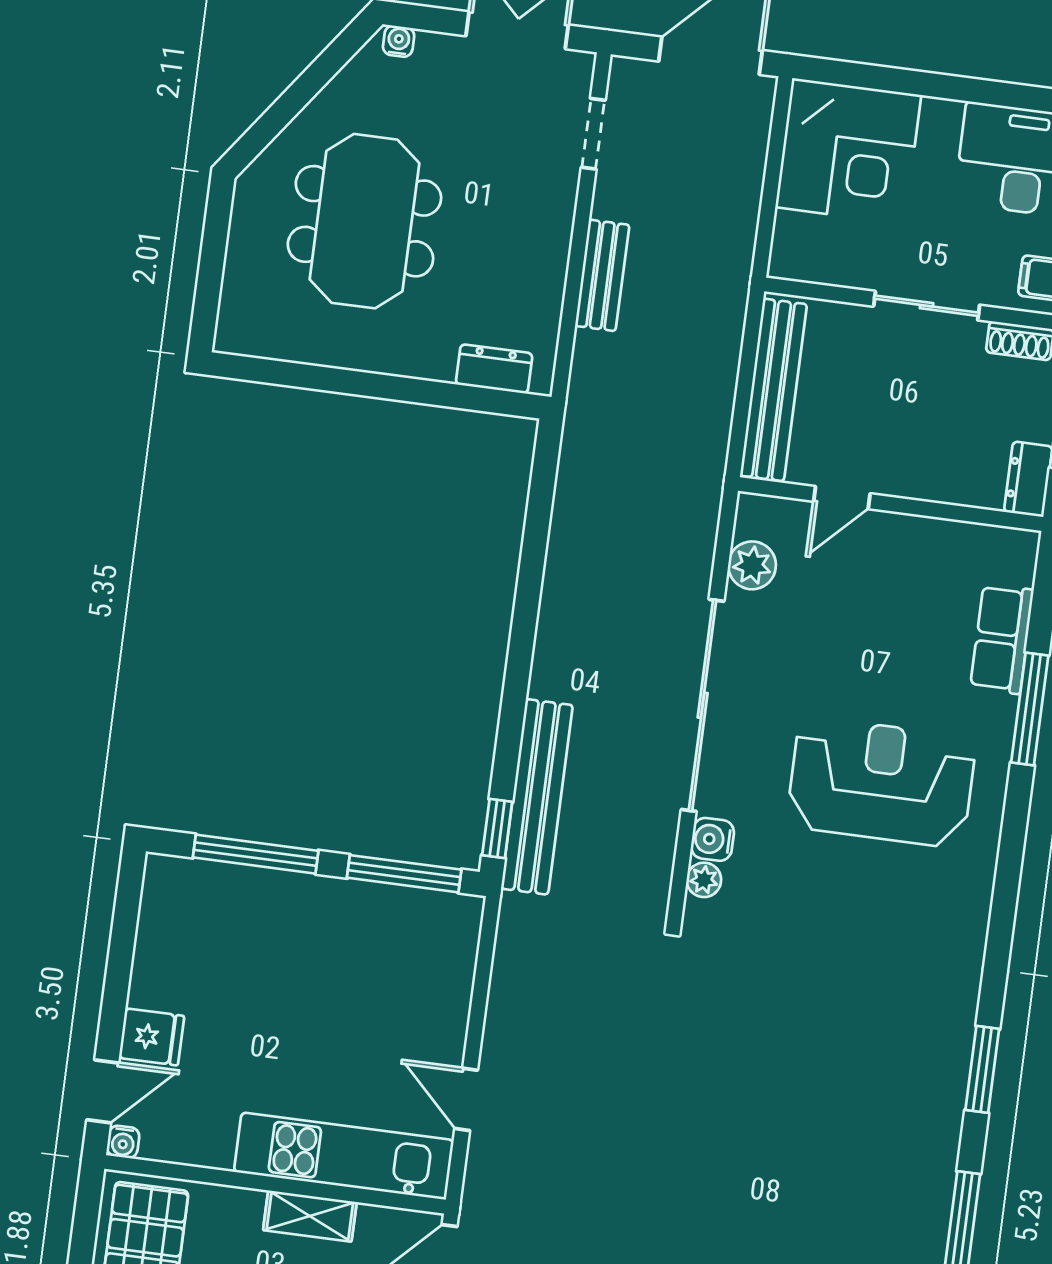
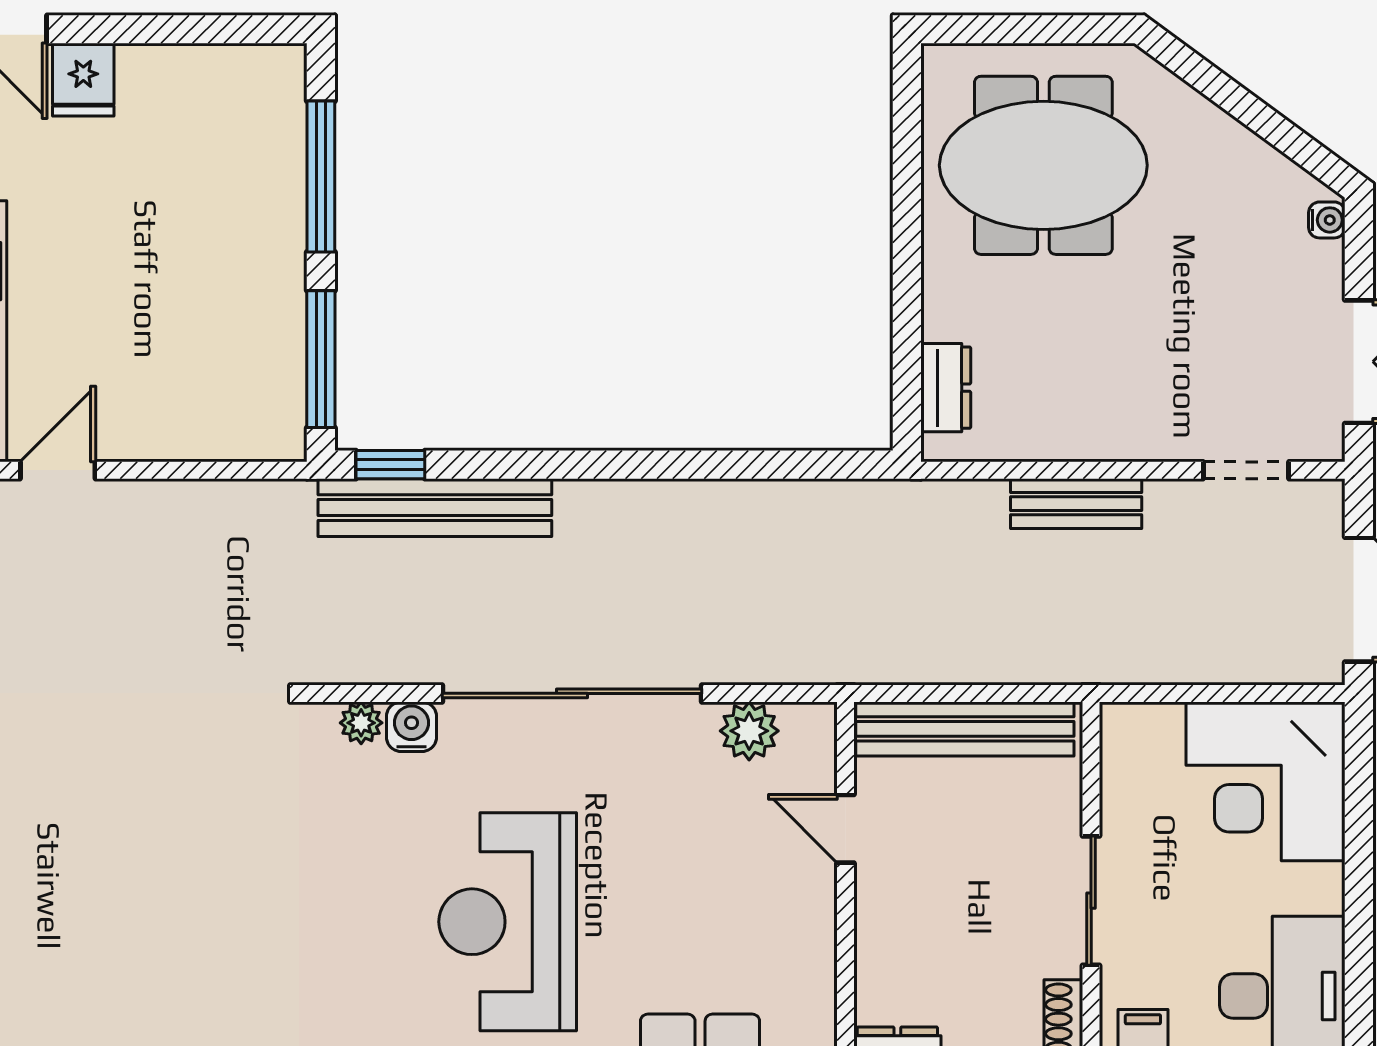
meeting table: (364, 221) -> (1043, 165), moved
reception desk: (881, 782) -> (508, 922), turned 180

